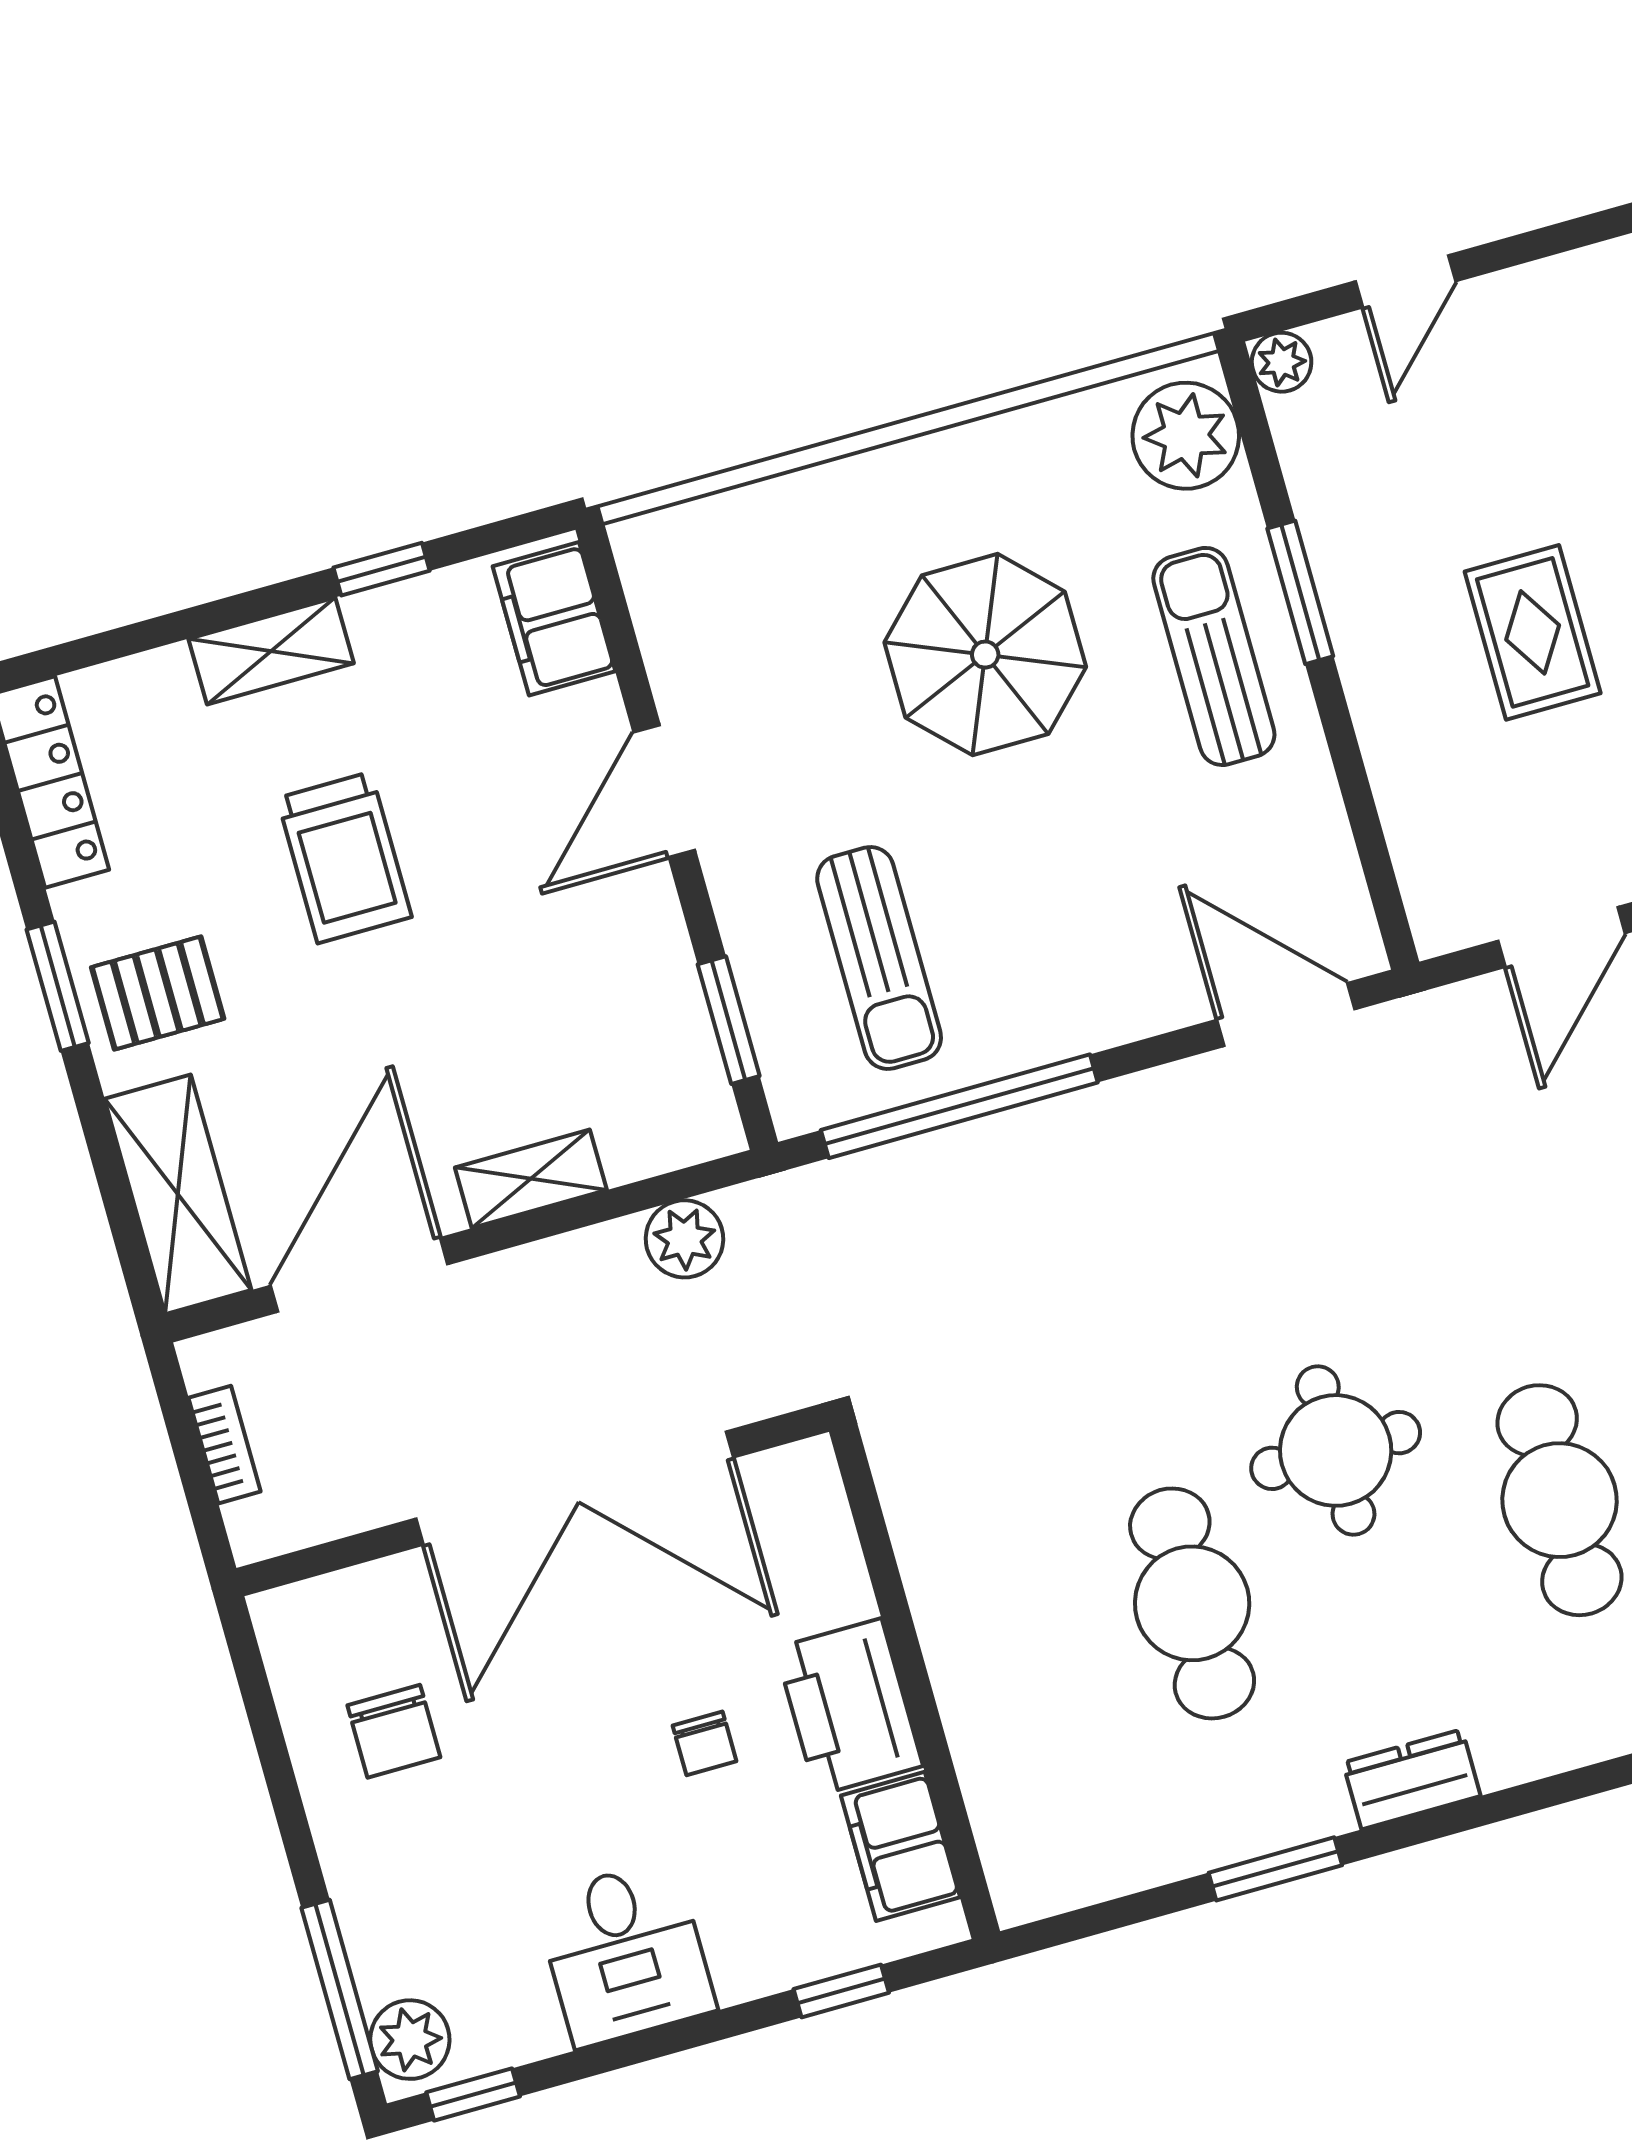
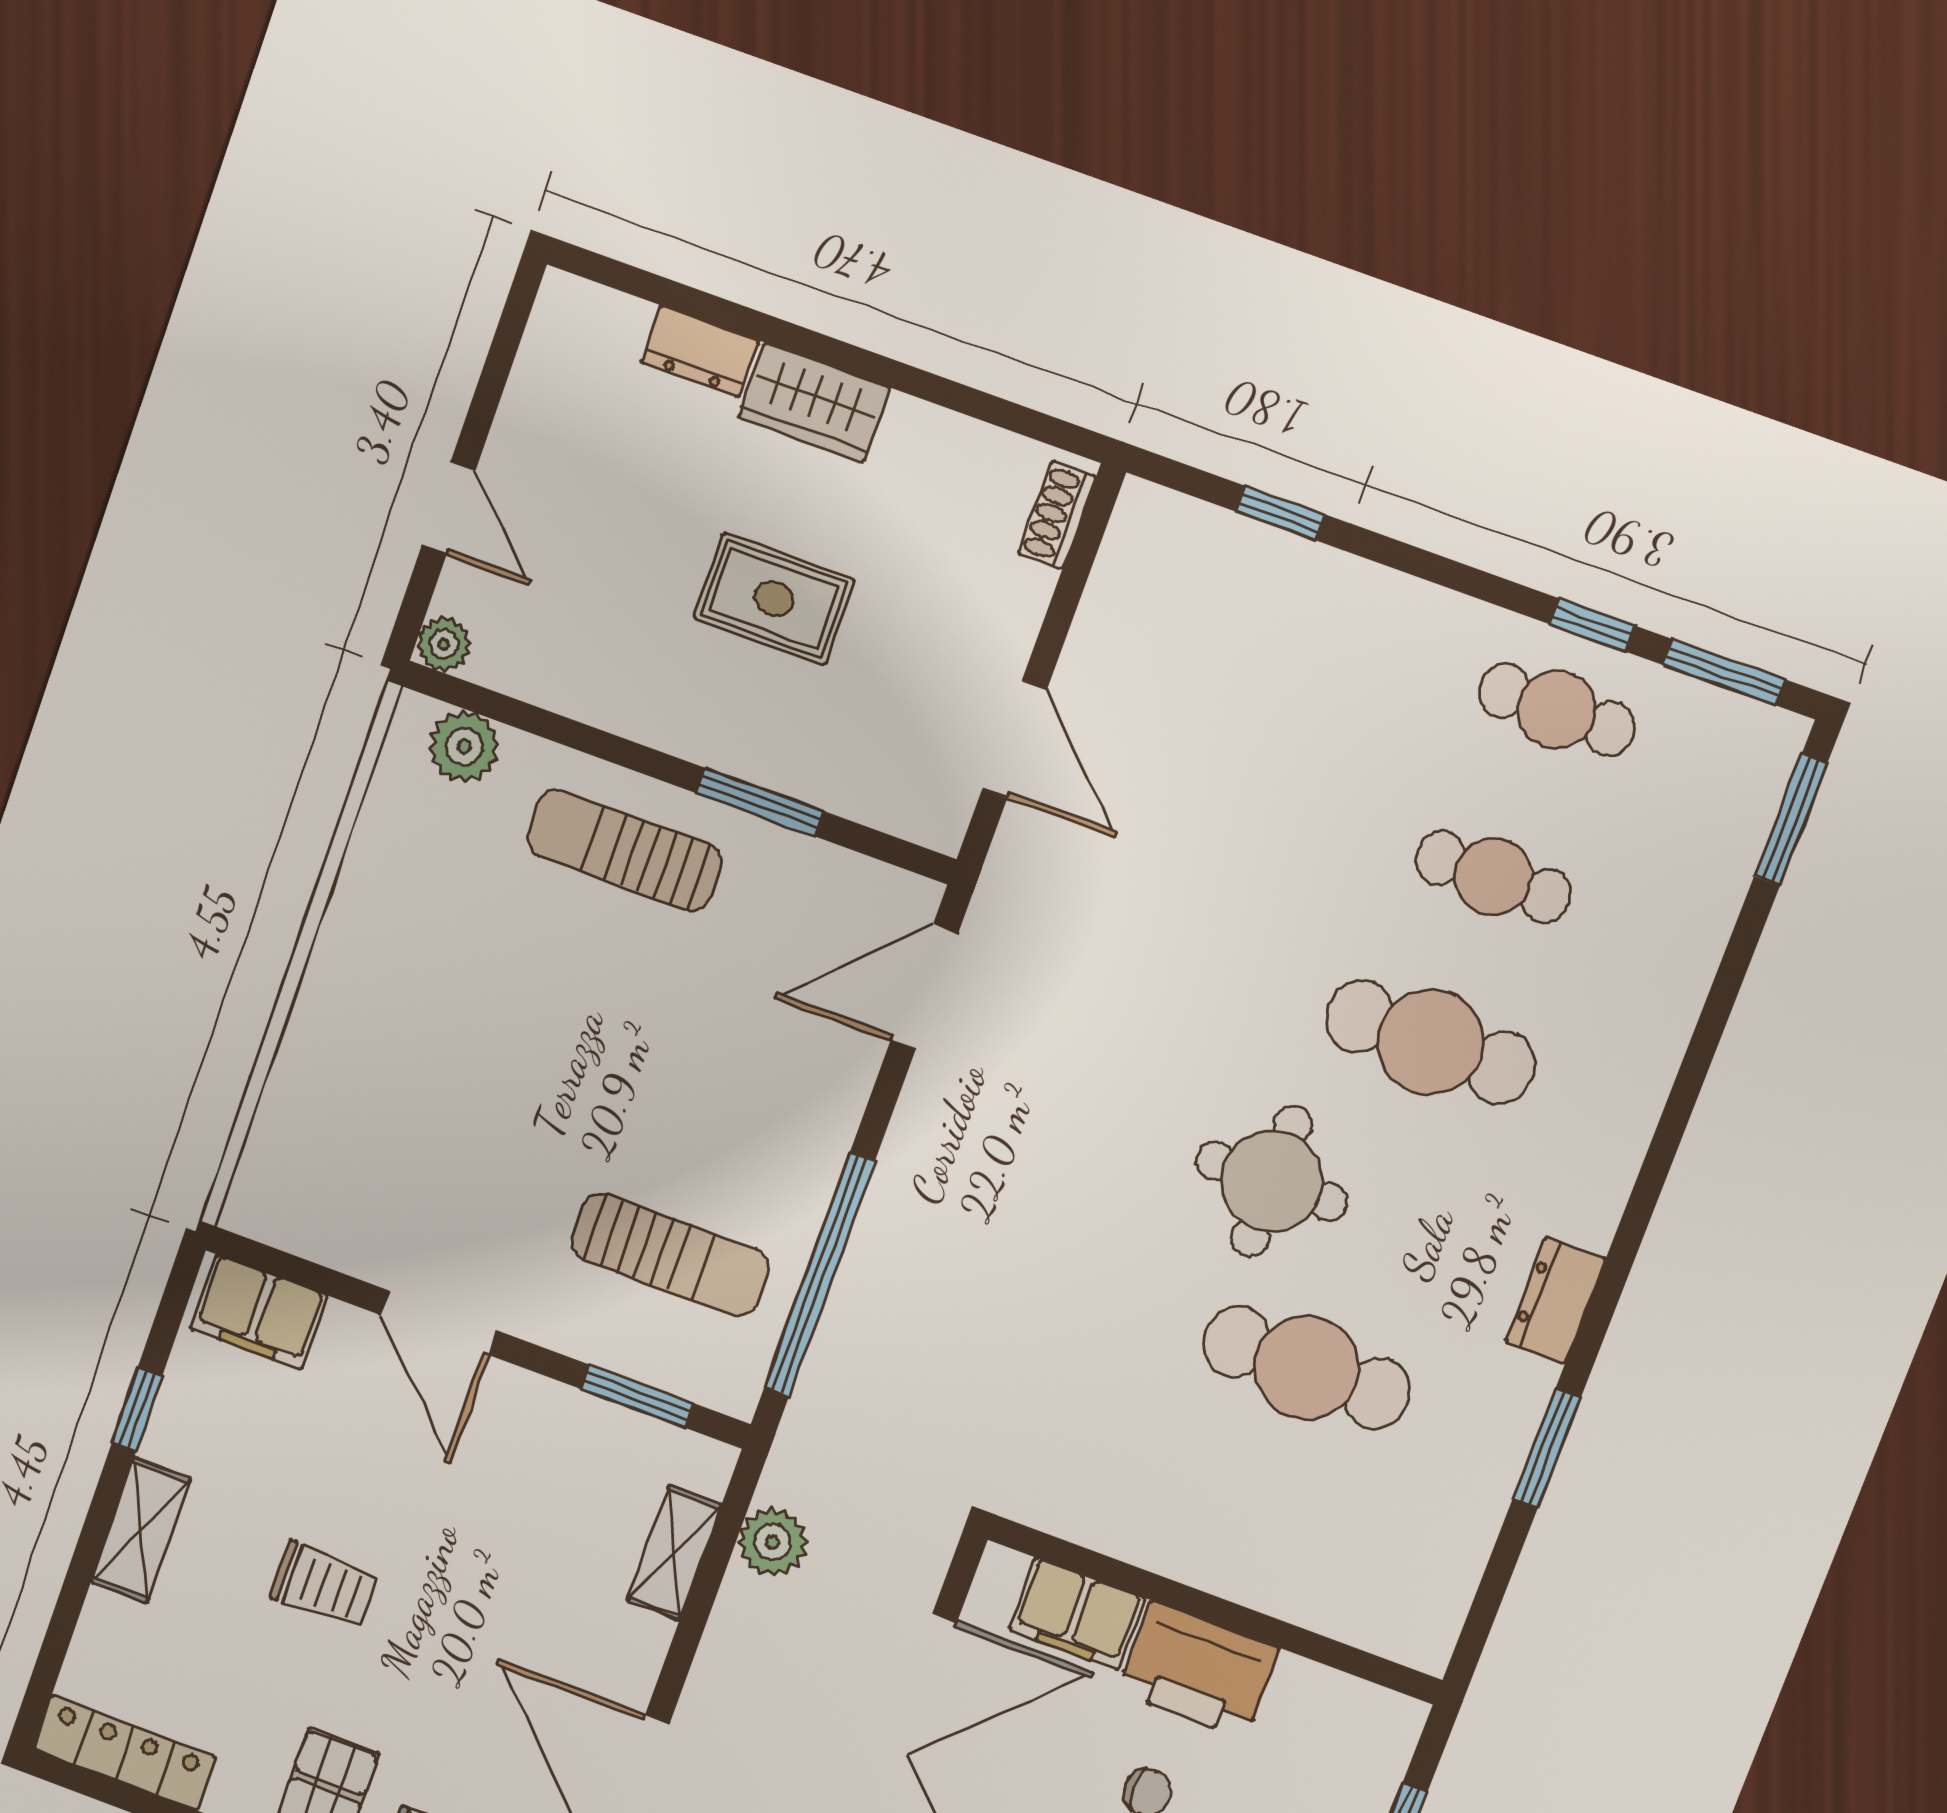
plant: (1186, 436) -> (464, 747), width x0.73, depth x0.73
window: (1300, 592) -> (760, 802), moved
parasol: (985, 655) -> (504, 1018), removed
trolley: (344, 858) -> (325, 1585), width x0.73, depth x0.72
shelving: (531, 1179) -> (674, 1553), moved
filing cabinet: (900, 1846) -> (1077, 1614), moved

